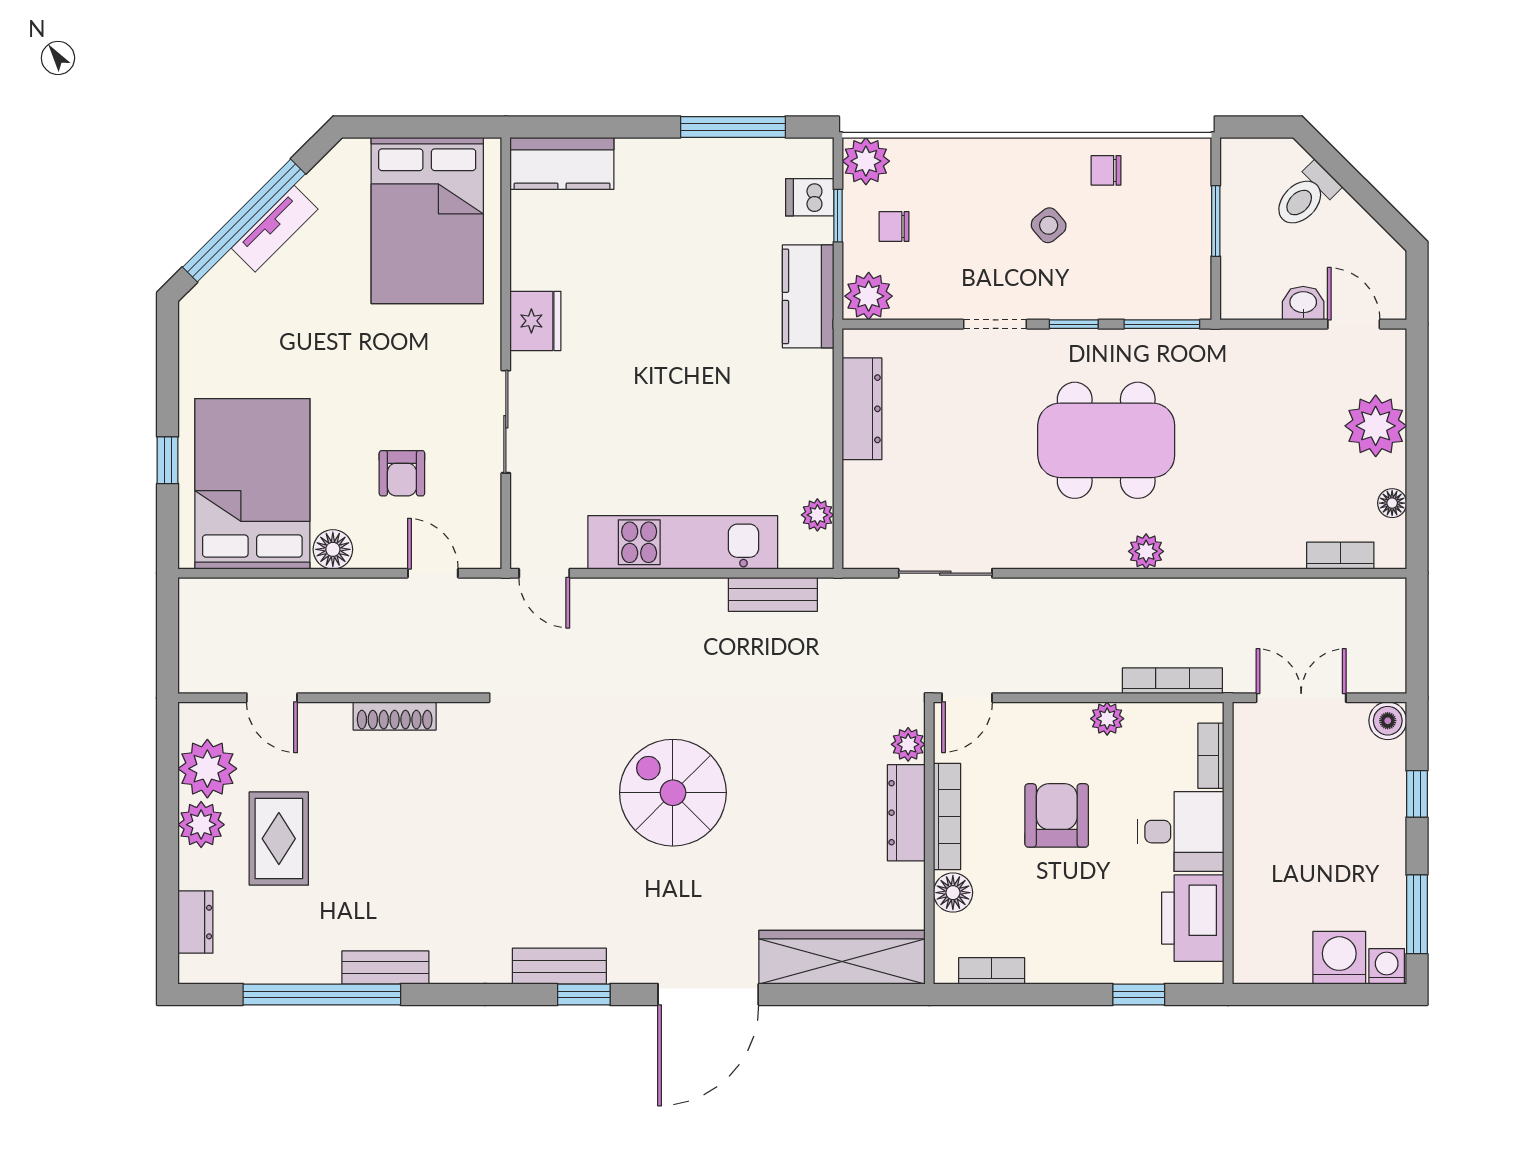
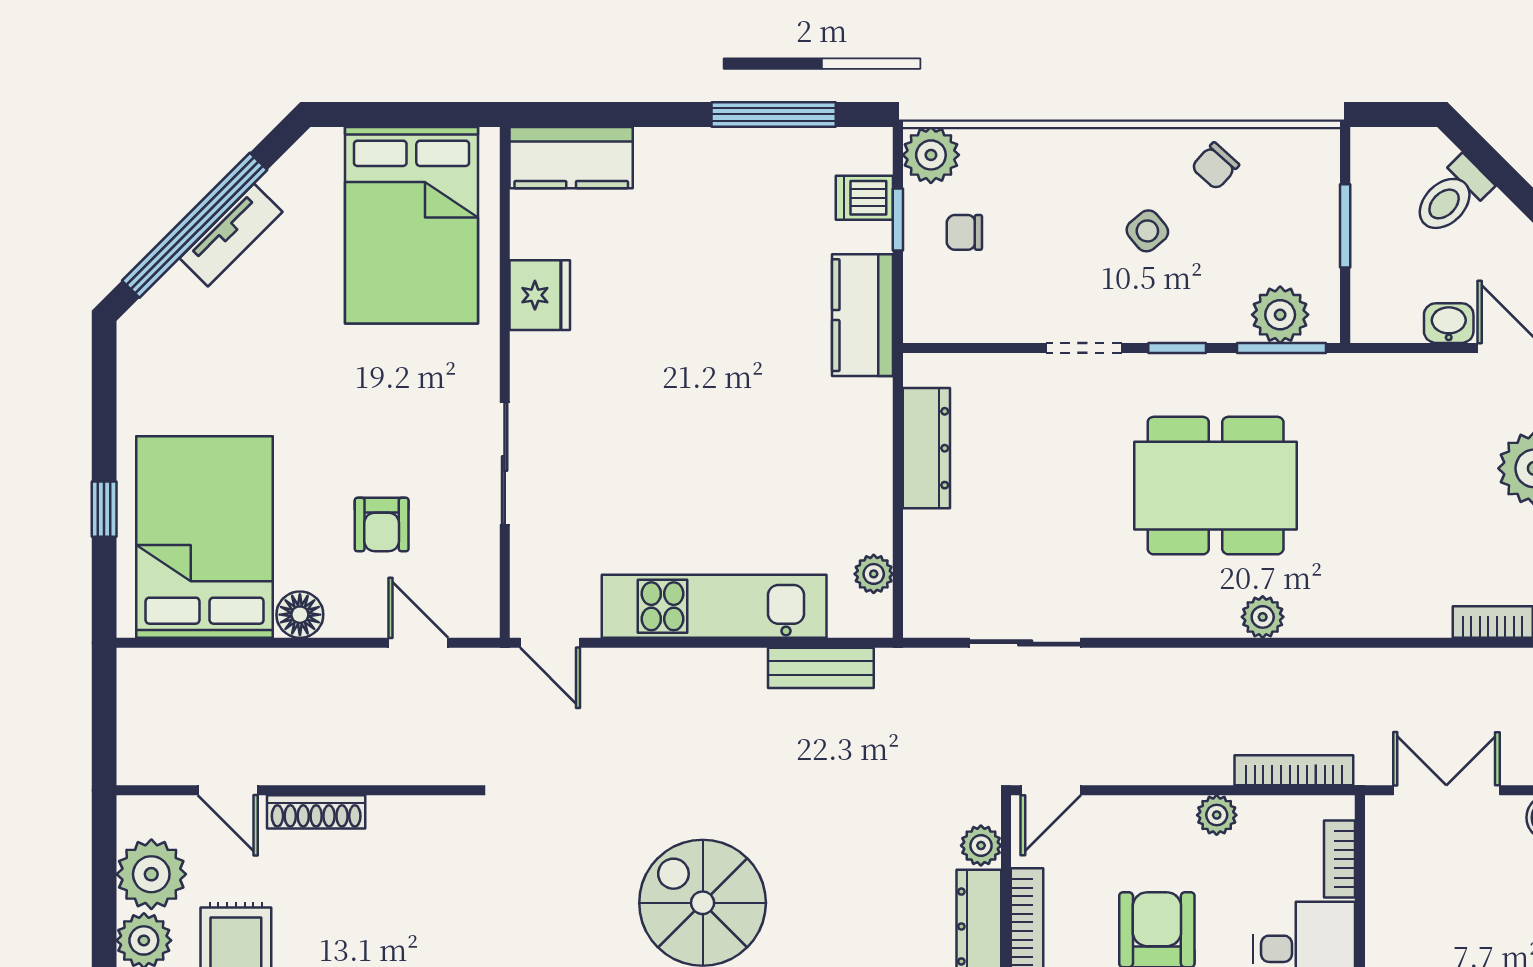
chair: (1106, 170) -> (1215, 166), turned -48
plant: (869, 296) -> (1280, 315), moved
fridge: (535, 321) -> (540, 295), moved
shoe rack: (395, 716) -> (316, 812), moved

